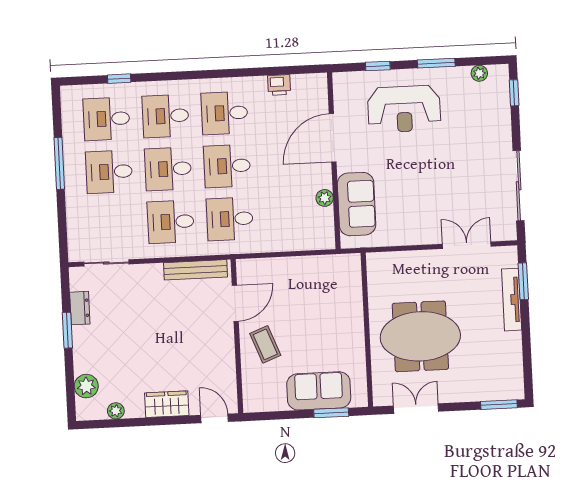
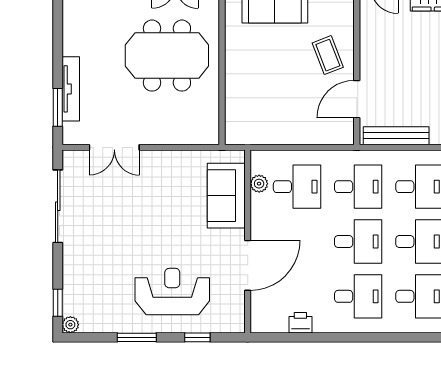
plant: (479, 73) -> (70, 325), moved
plant: (325, 198) -> (259, 184), moved
desk: (289, 216) -> (297, 187), added

